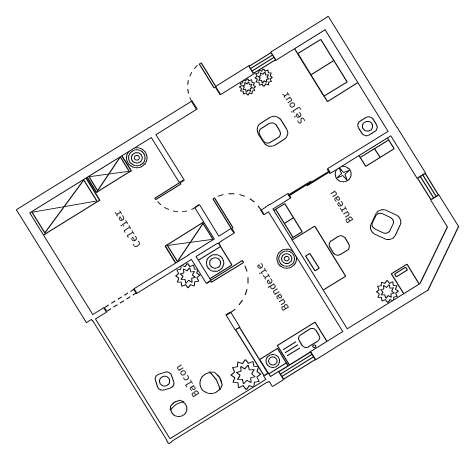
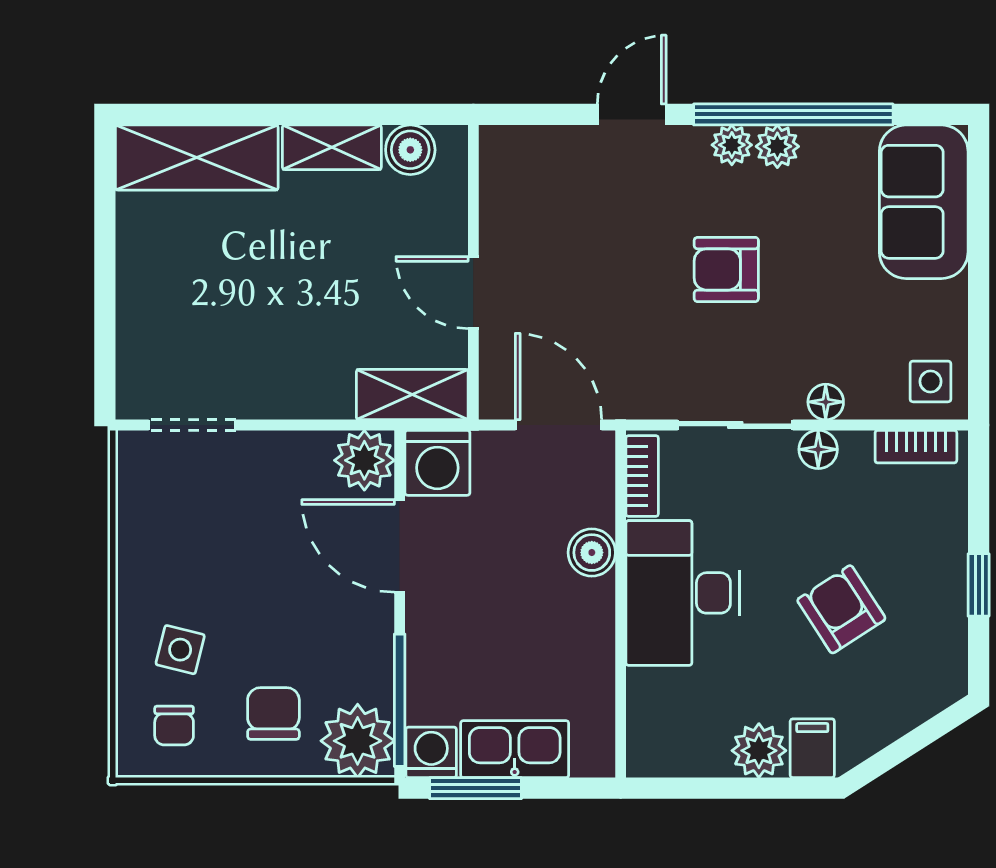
window: (262, 63) -> (793, 114), width x3.17
floor lamp: (336, 156) -> (826, 402), added
door: (218, 298) -> (400, 546), swing flipped
chair: (211, 383) -> (273, 713), turned 90

